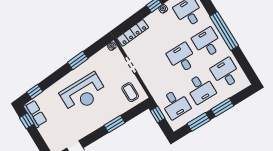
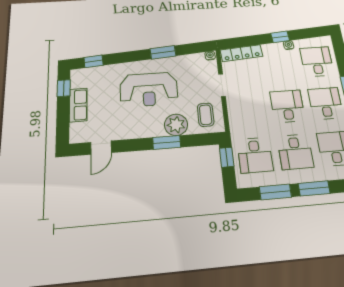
plant: (114, 109) -> (176, 125), added
row of seats: (35, 114) -> (78, 105), moved

